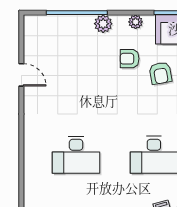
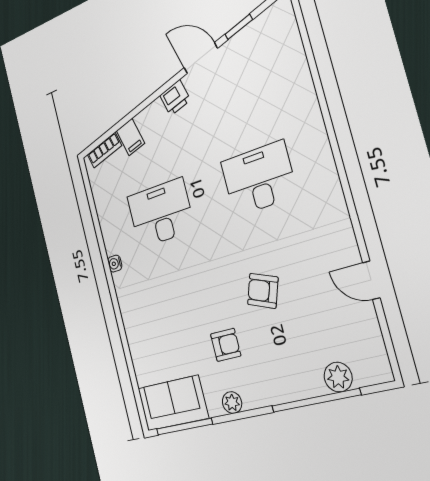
plant: (103, 24) -> (338, 377), moved
armchair: (161, 73) -> (263, 291), moved, turned -59

